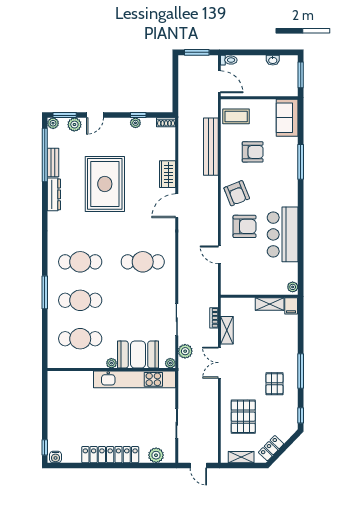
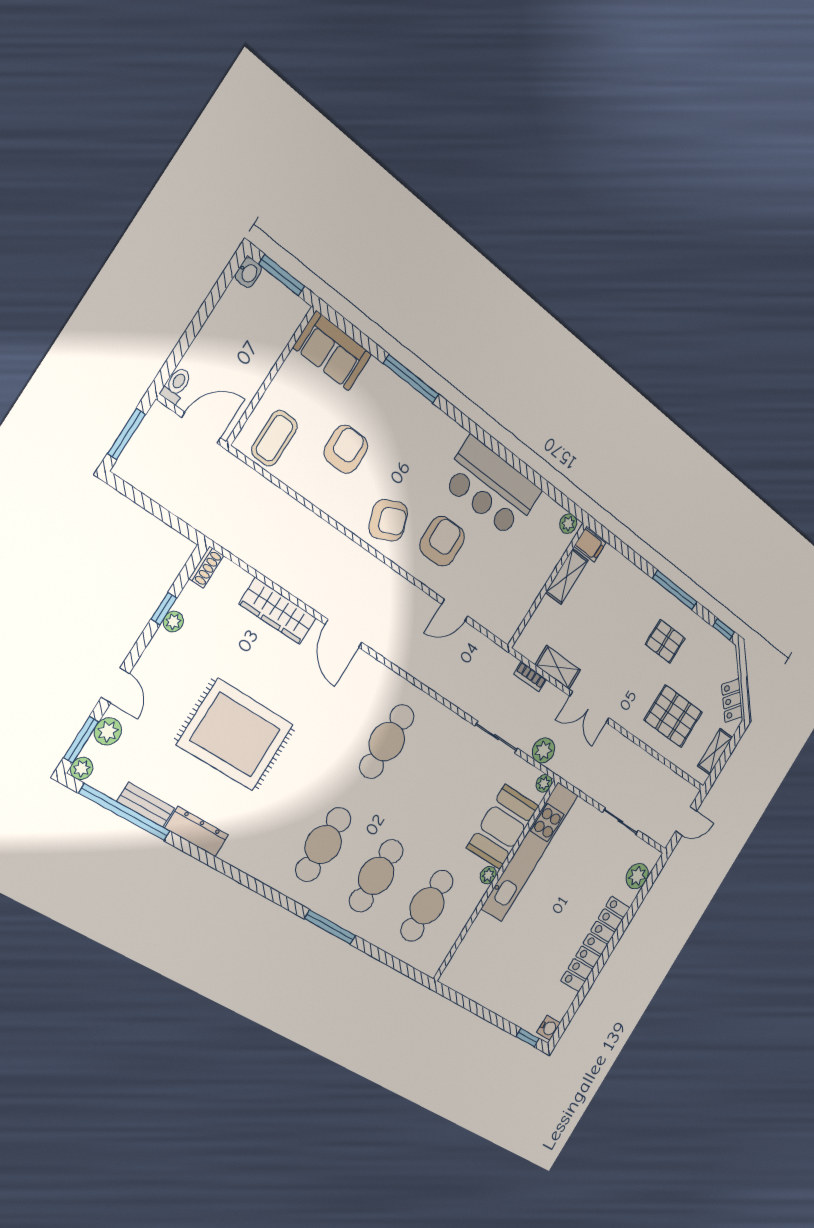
washbasin: (273, 60) -> (248, 272), moved
bench: (211, 147) -> (293, 515), removed
wardrobe: (168, 174) -> (278, 611), width x1.50

